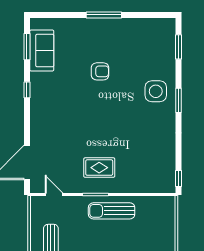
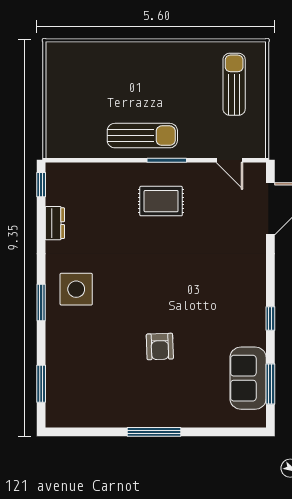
armchair: (100, 71) -> (160, 347), turned -92
side table: (156, 91) -> (76, 289), moved
dresser: (169, 153) -> (55, 223), added

